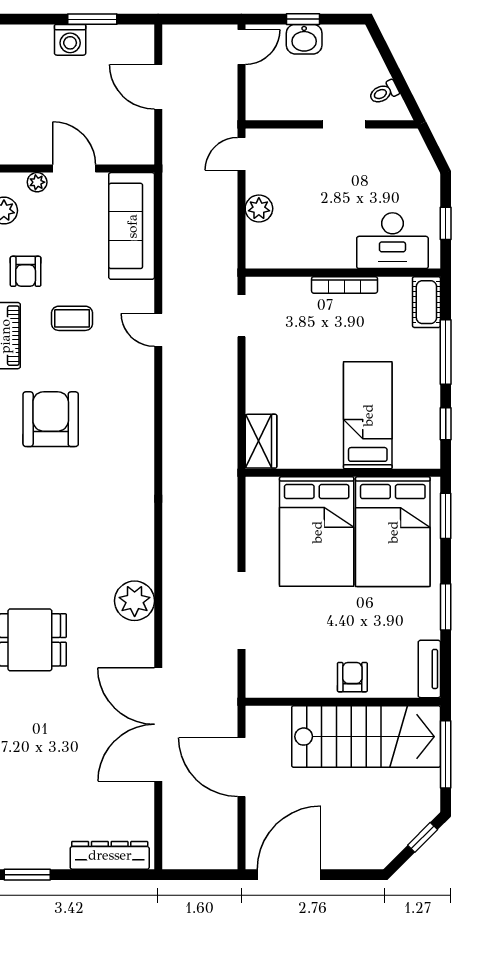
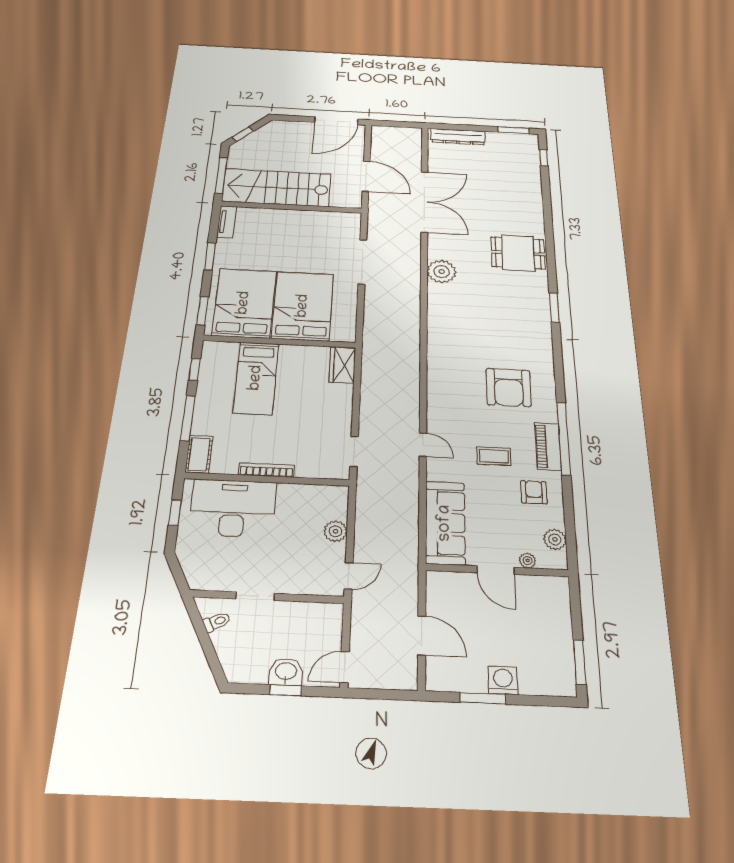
desk: (392, 241) -> (233, 508), width x1.36, depth x1.30
armchair: (352, 677) -> (283, 220), removed

